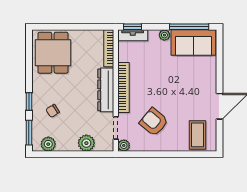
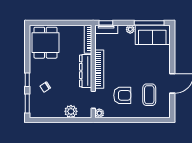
armchair: (154, 122) -> (122, 95), turned 140
coffee table: (197, 135) -> (149, 95), moved
plant: (48, 144) -> (42, 112), removed

